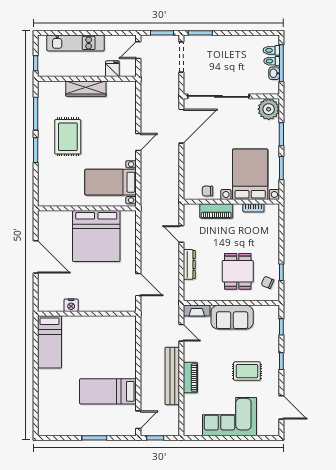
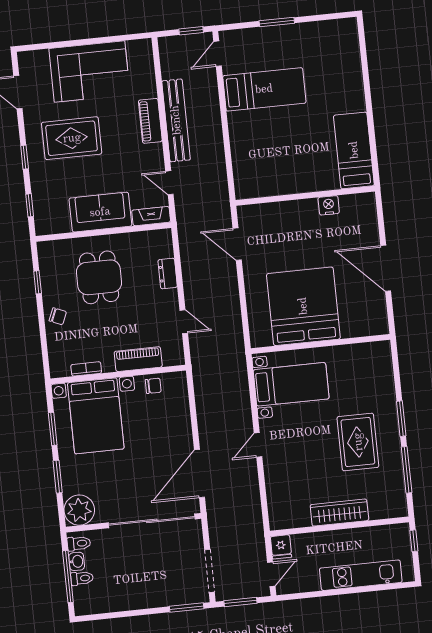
toilet: (271, 50) -> (79, 543), moved
fridge: (112, 69) -> (281, 547), moved
dresser: (189, 264) -> (168, 274), width x0.70
chair: (268, 282) -> (58, 316), moved
rug: (247, 371) -> (72, 138), width x1.36, depth x1.43

